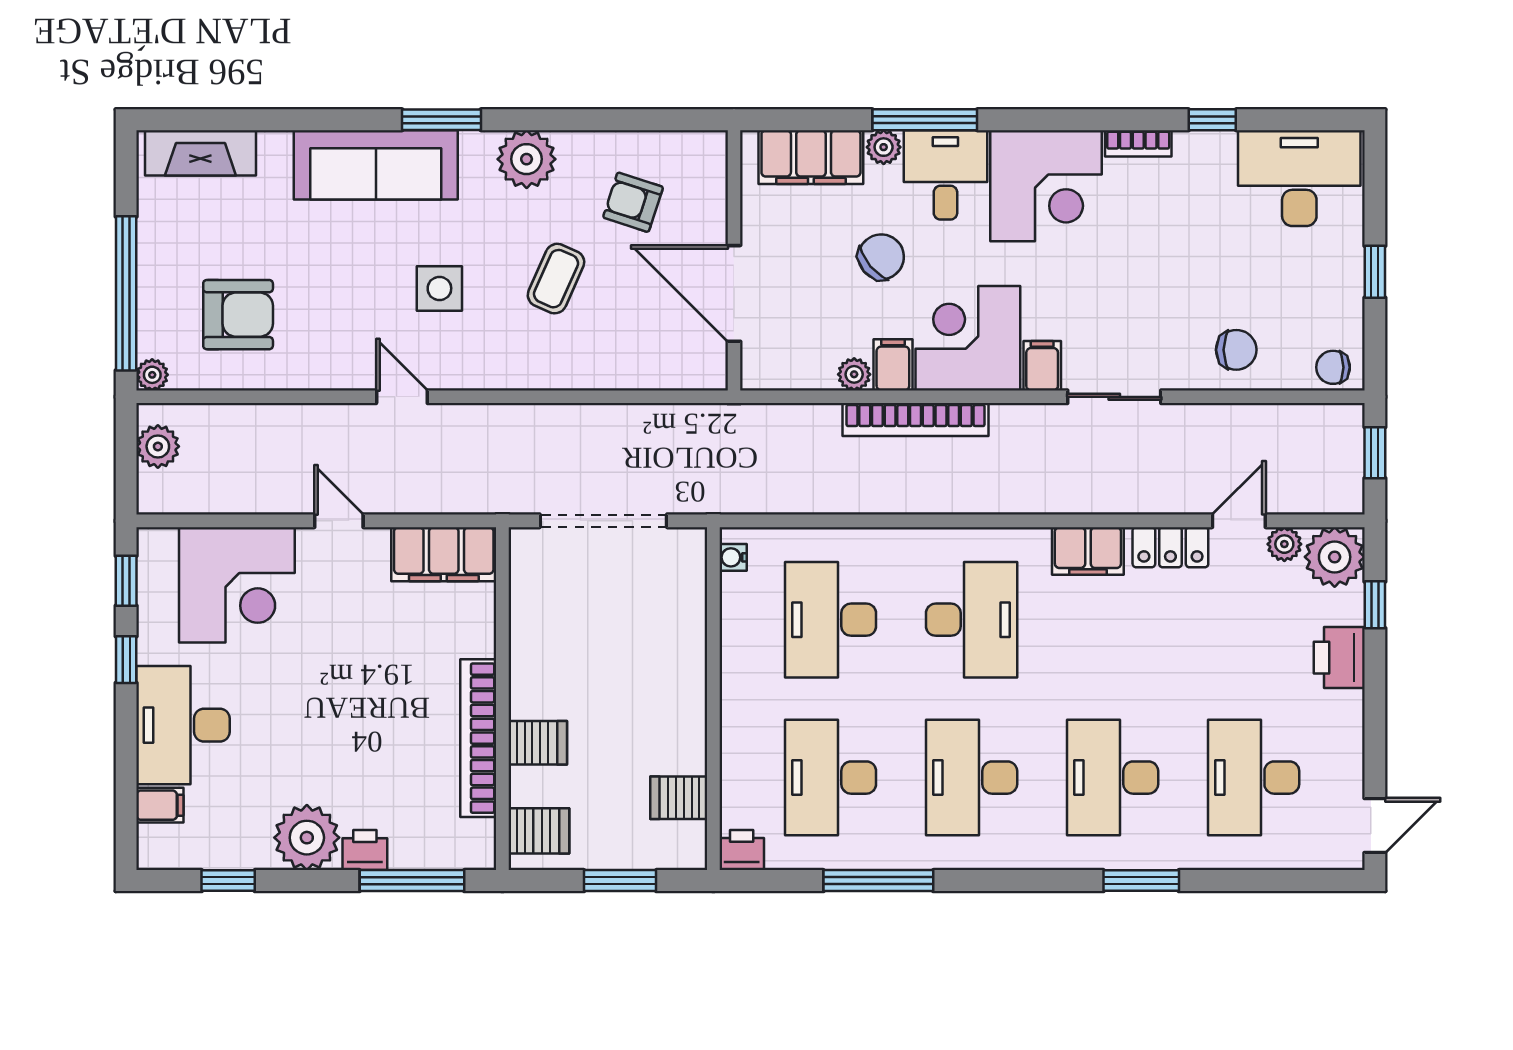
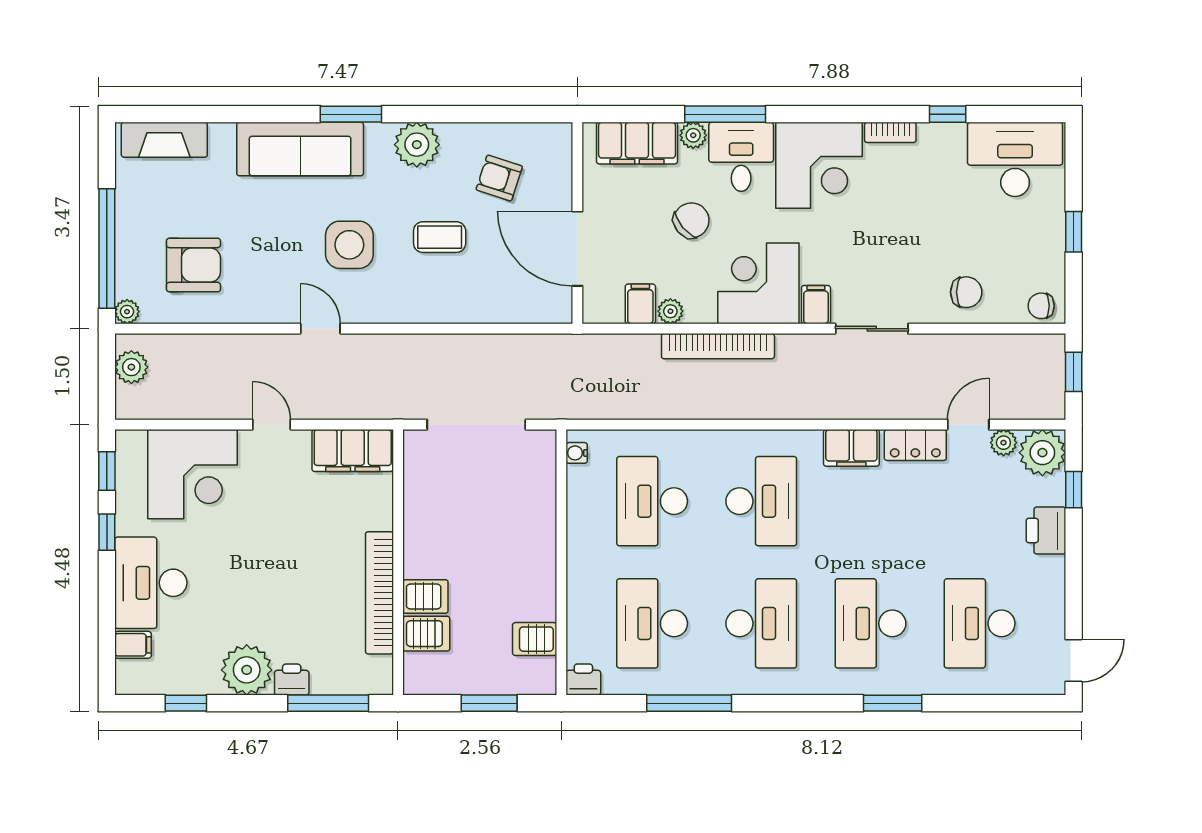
coffee table: (556, 279) -> (440, 237), turned 66
side table: (439, 288) -> (349, 245), width x1.37, depth x1.37
filing cabinet: (893, 365) -> (640, 304), moved
desk: (972, 778) -> (761, 623), turned 180
server rack: (539, 831) -> (426, 634), moved

